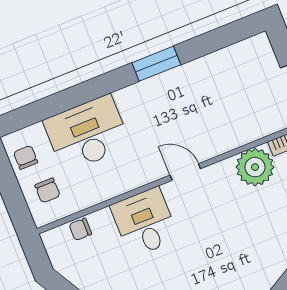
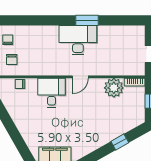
desk: (87, 133) -> (78, 40), moved
door: (185, 172) -> (80, 77), swing flipped

